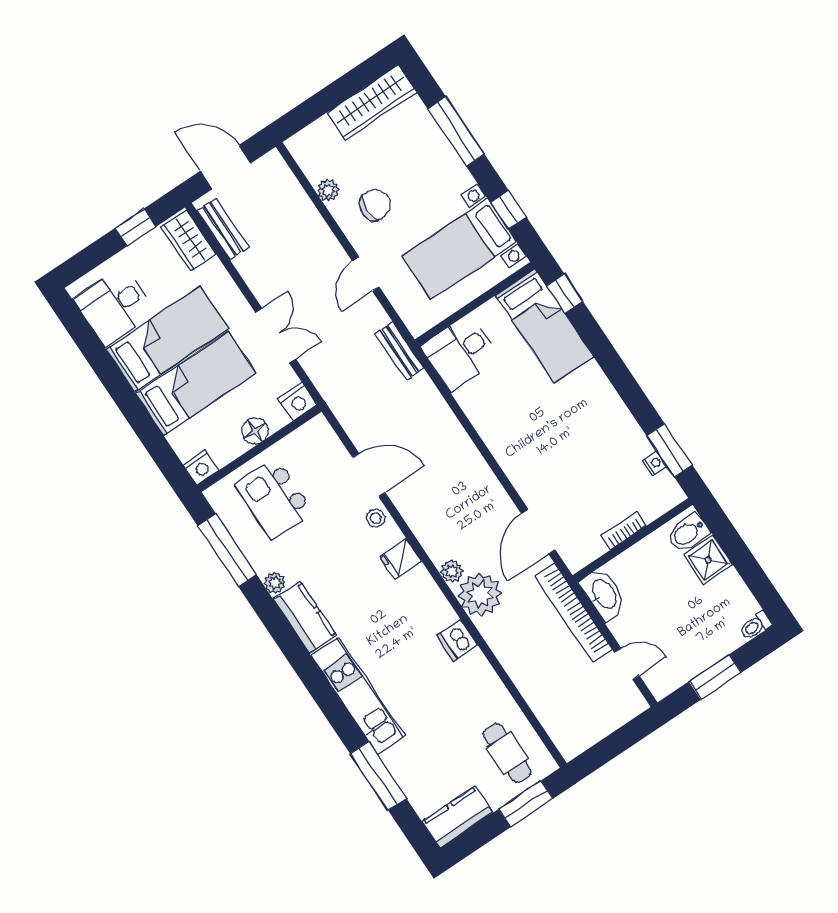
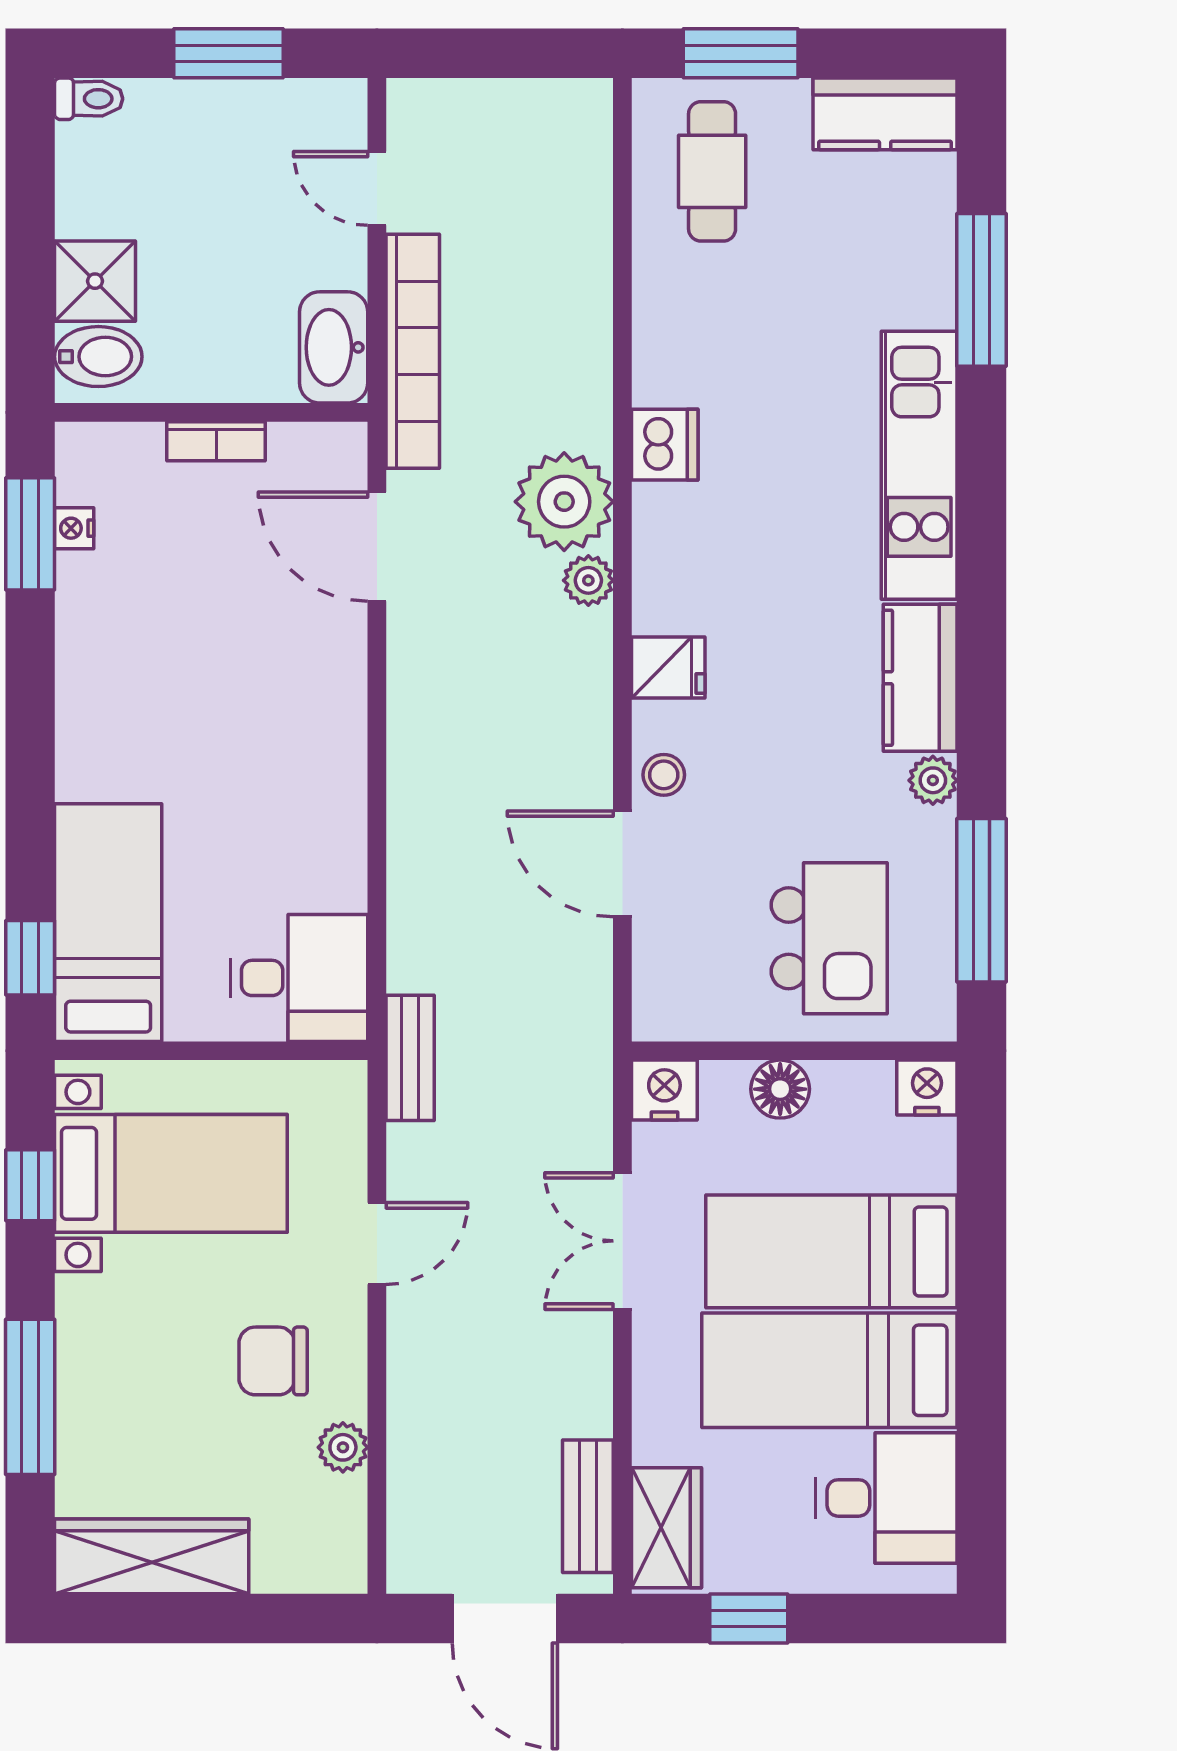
door: (538, 531) -> (377, 547), swing flipped

